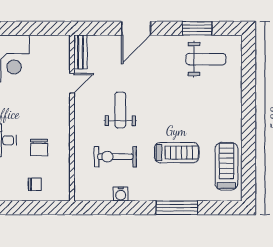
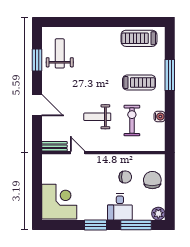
treadmill: (177, 153) -> (139, 83), moved, turned 90
exercise bike: (115, 157) -> (132, 120), turned 180
chair: (35, 184) -> (152, 180), width x1.87, depth x1.87

